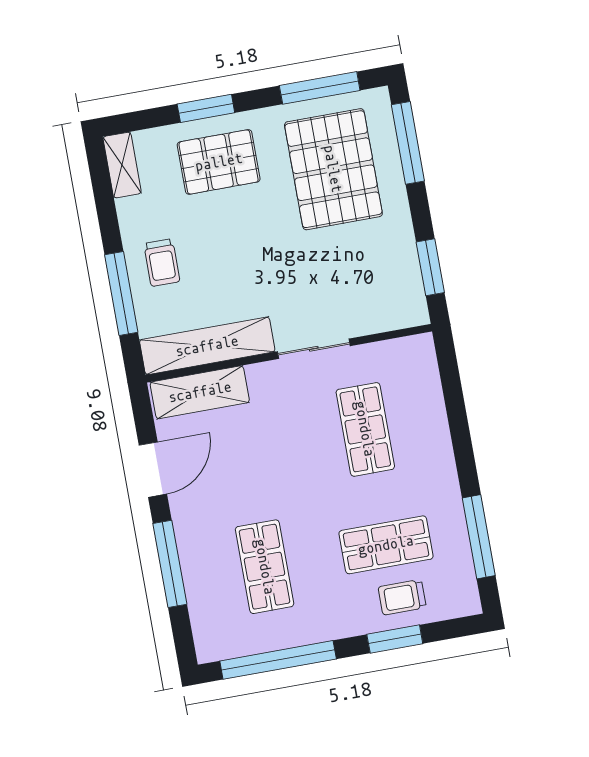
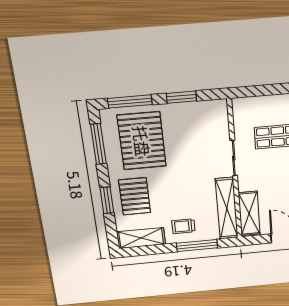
shelving: (122, 165) -> (141, 238), width x1.50, depth x1.33
pallet: (333, 169) -> (142, 141), turned 90
trolley: (162, 263) -> (183, 226), turned 180
window: (430, 267) -> (181, 97), moved

